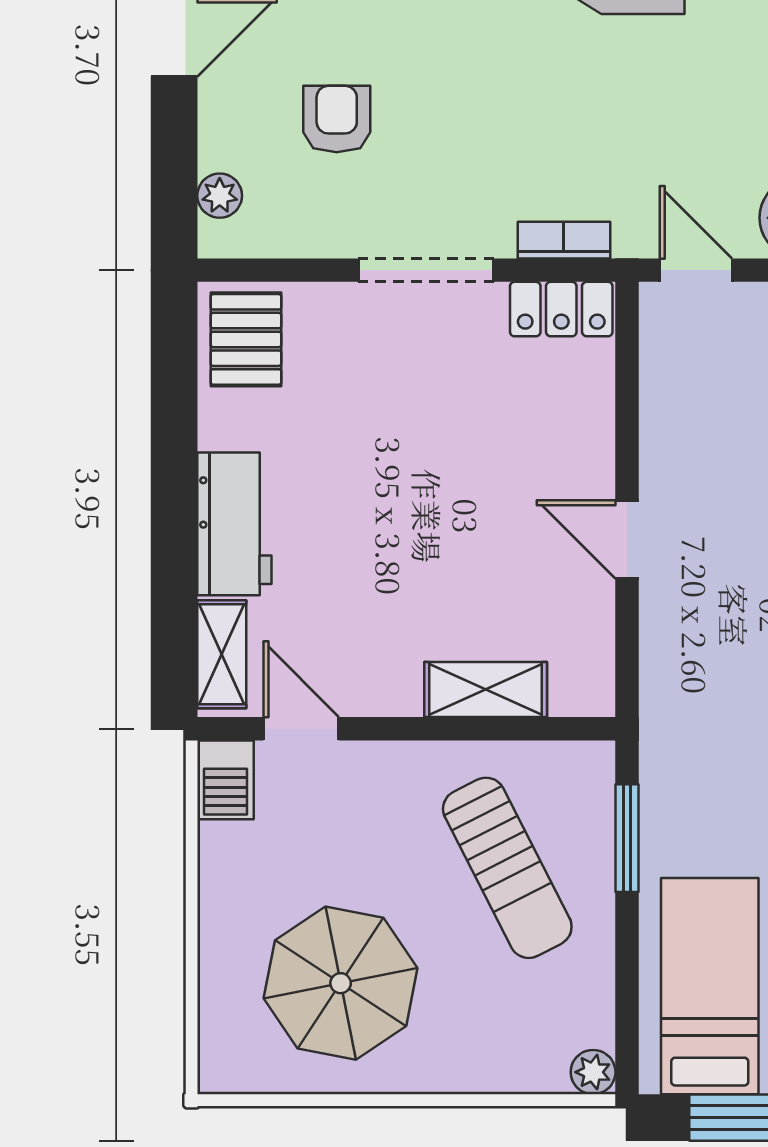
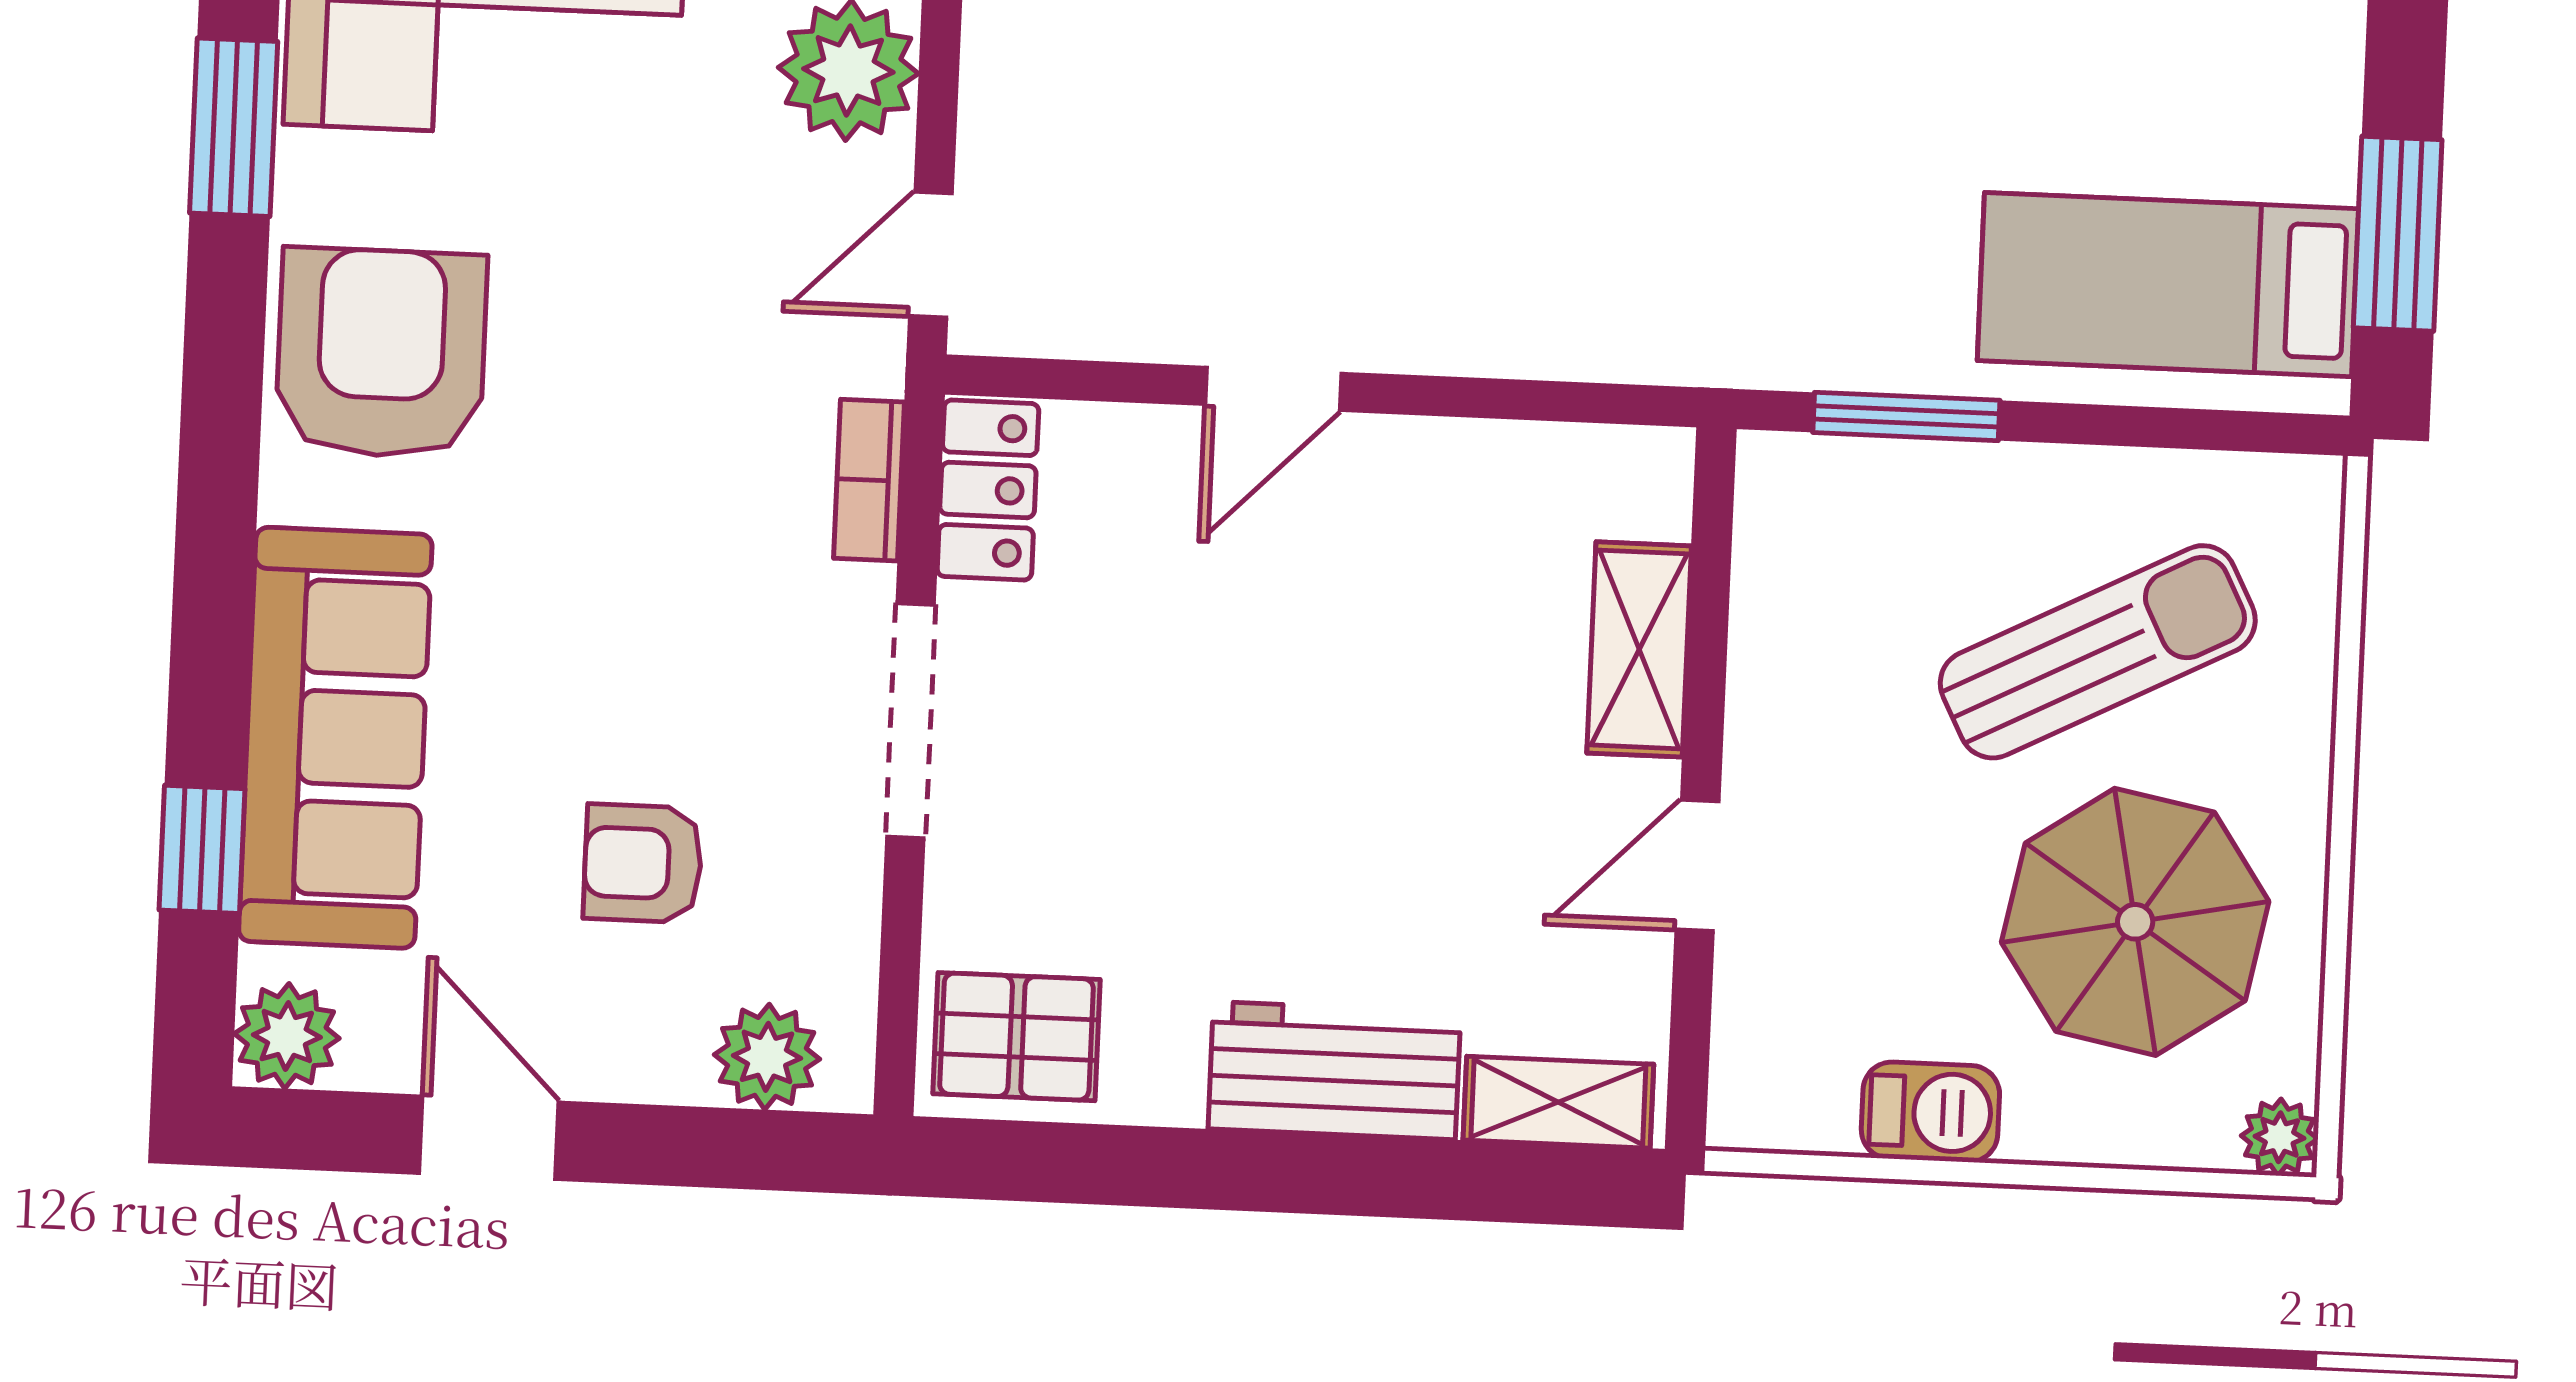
plant: (220, 196) -> (767, 1057), width x1.38, depth x1.38
door: (627, 539) -> (1273, 389), moved
door: (301, 729) -> (1697, 865), moved
barbecue: (225, 780) -> (1930, 1112), moved
sun lounger: (507, 868) -> (2098, 652), moved
plant: (593, 1072) -> (2280, 1137), moved

